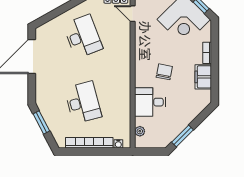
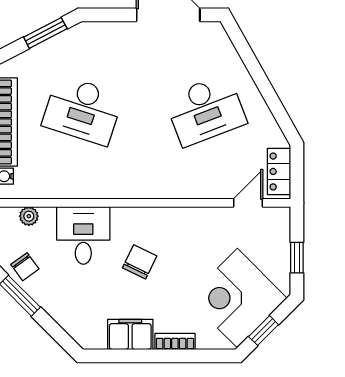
chair: (164, 72) -> (140, 262), turned -75
desk: (83, 102) -> (83, 110), turned 33
chair: (167, 133) -> (25, 267), added

